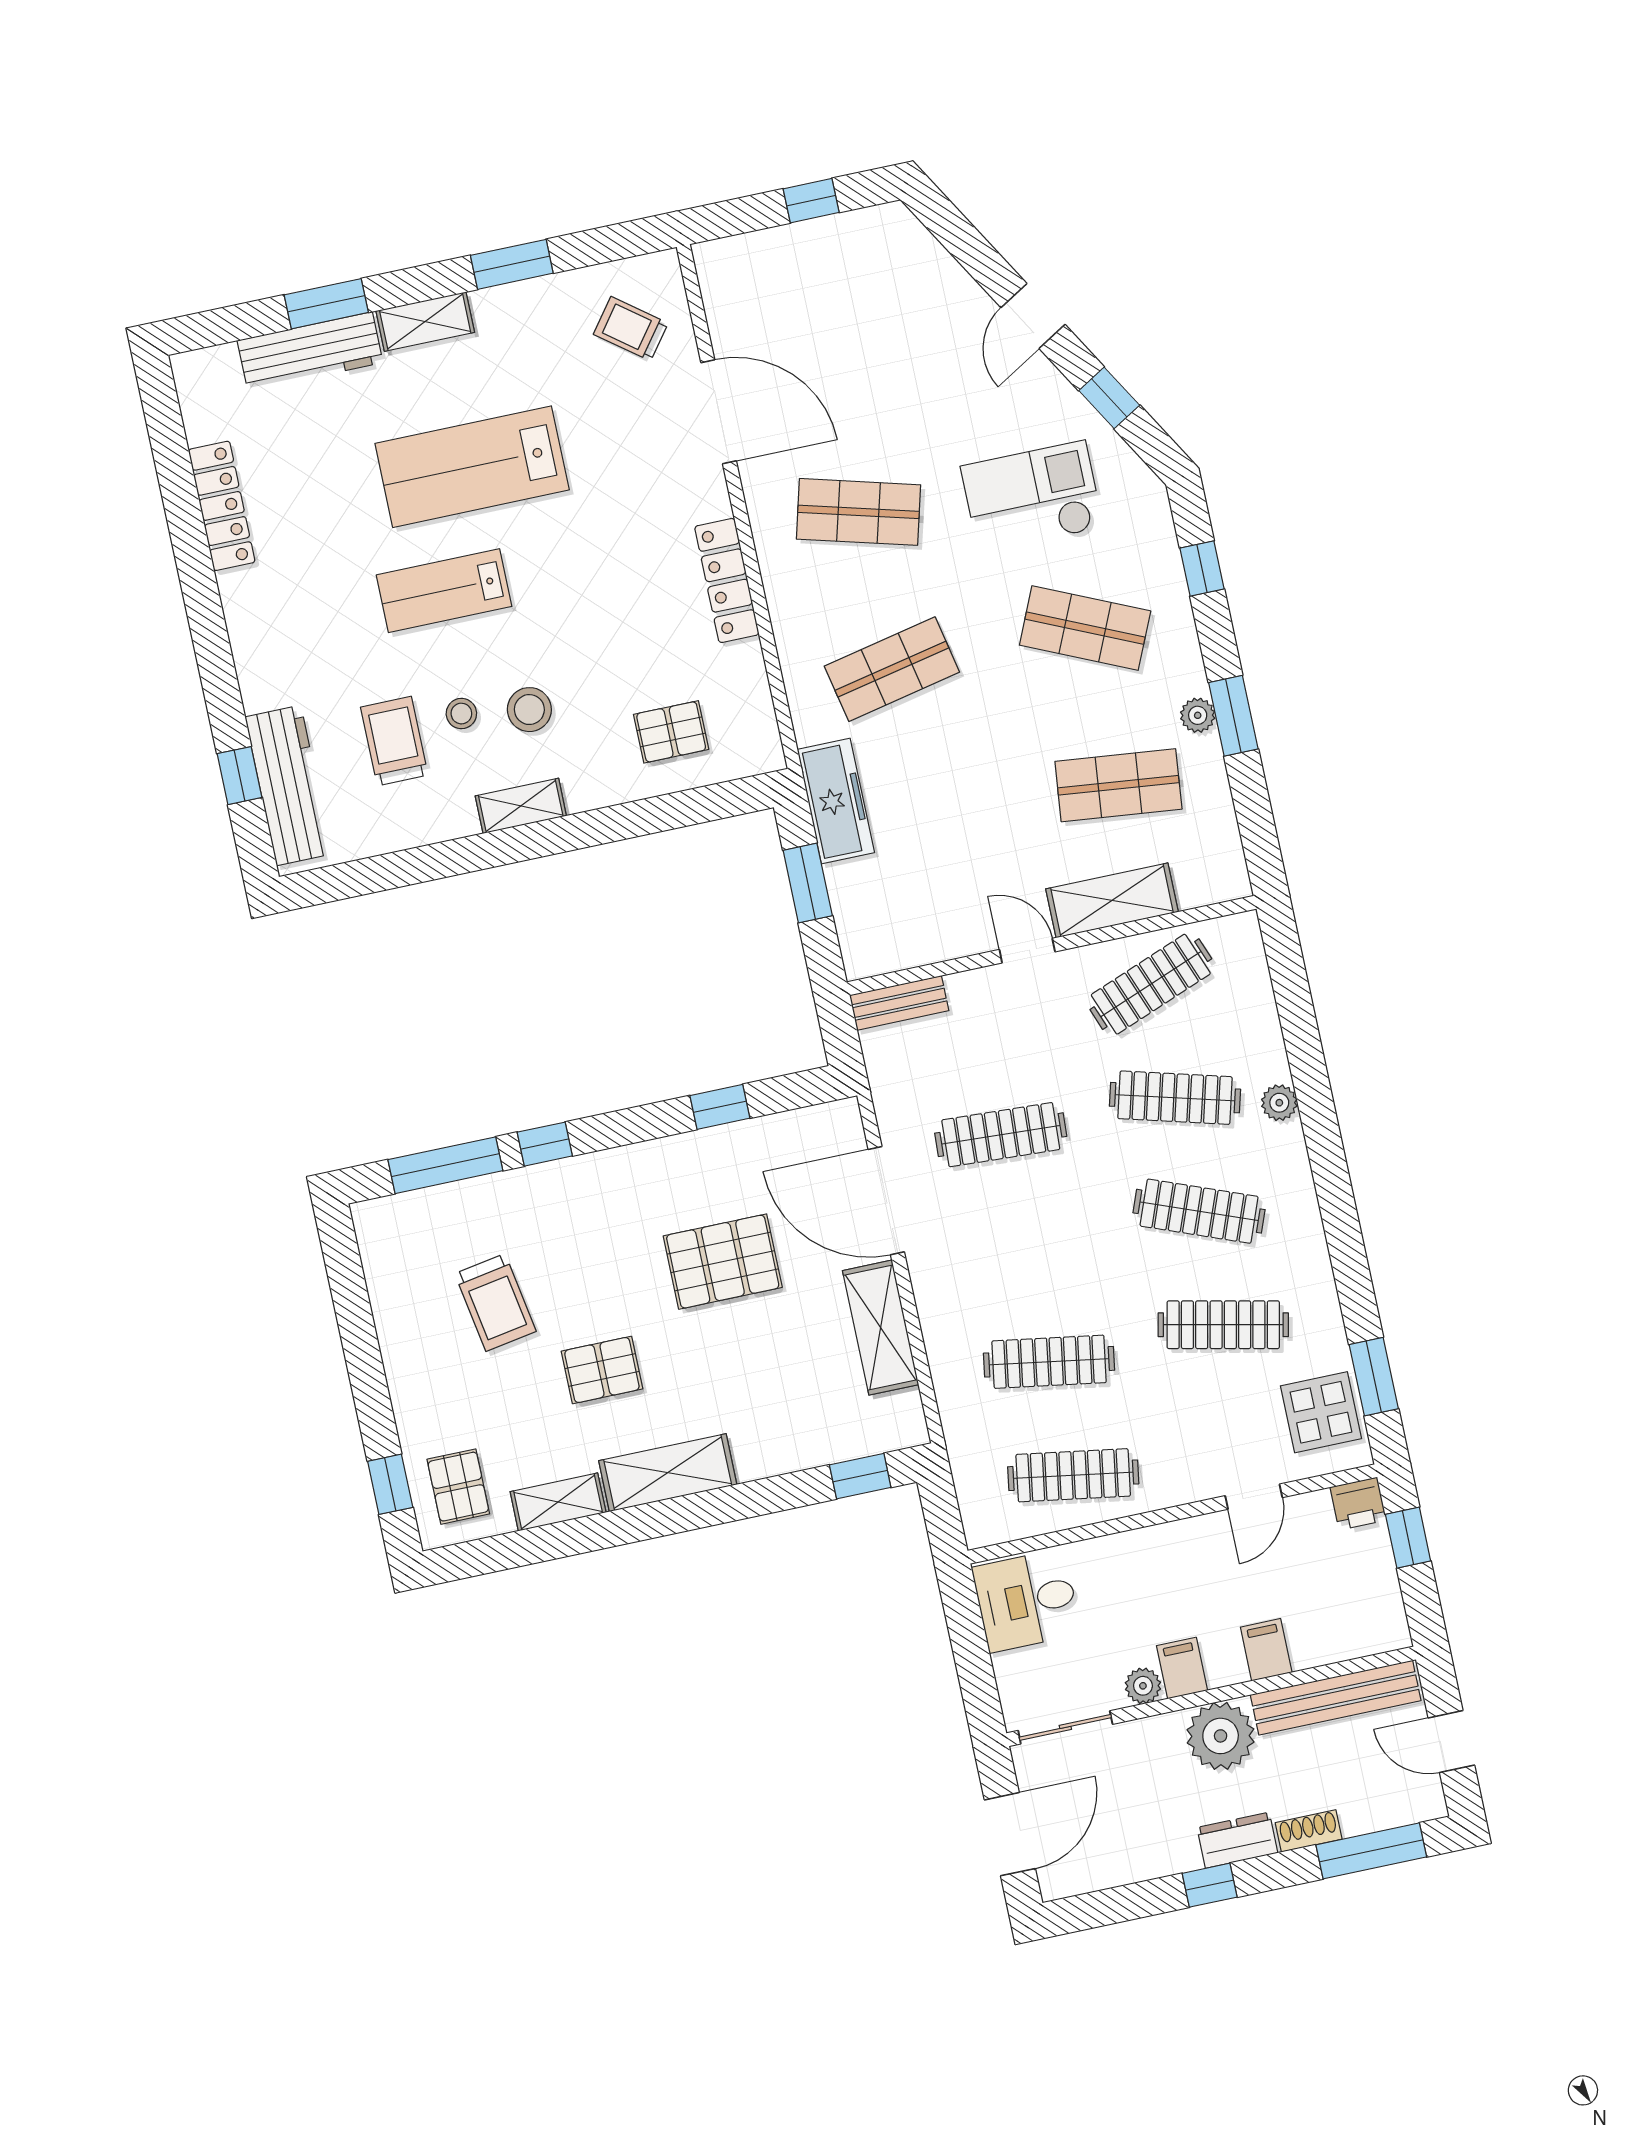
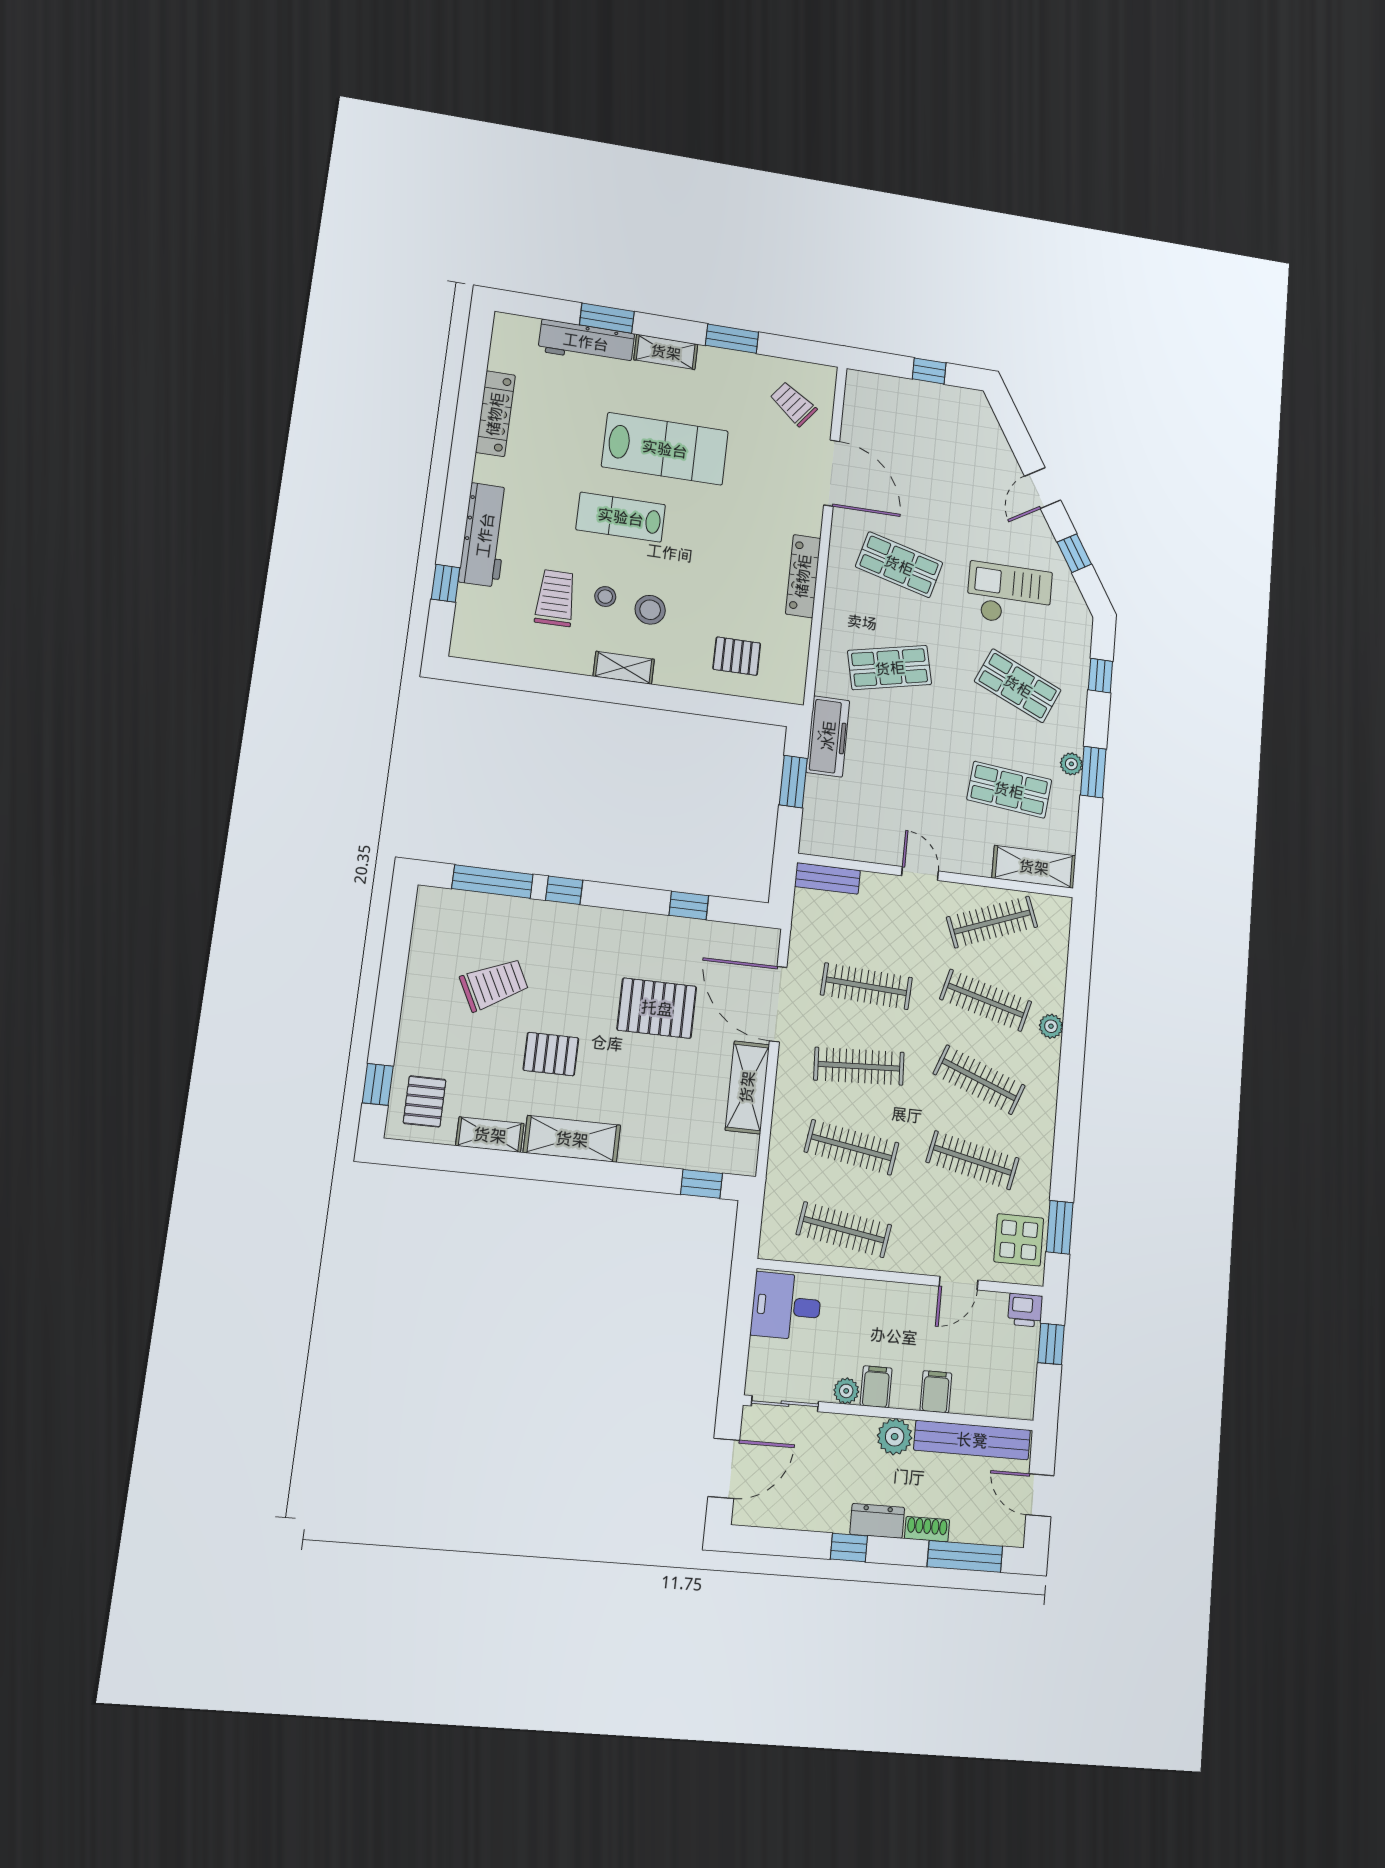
lab bench: (472, 467) -> (665, 449), turned 180
workbench: (289, 785) -> (485, 535), moved
shelving: (1112, 900) -> (1034, 867), moved
clothes rail: (1025, 1248) -> (859, 1066), added
trolley: (495, 1302) -> (494, 984), turned -107
plant: (1221, 1736) -> (895, 1437), width x0.73, depth x0.73

